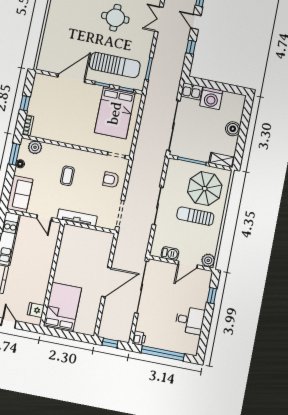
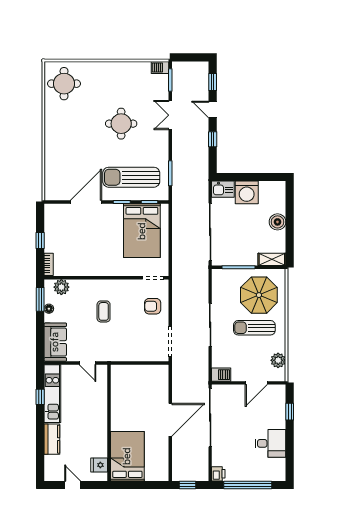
sun lounger: (115, 65) -> (131, 177), turned 180
tv unit: (77, 218) -> (124, 355), removed
barbecue: (170, 254) -> (221, 375), moved
plant: (208, 260) -> (278, 360), moved

